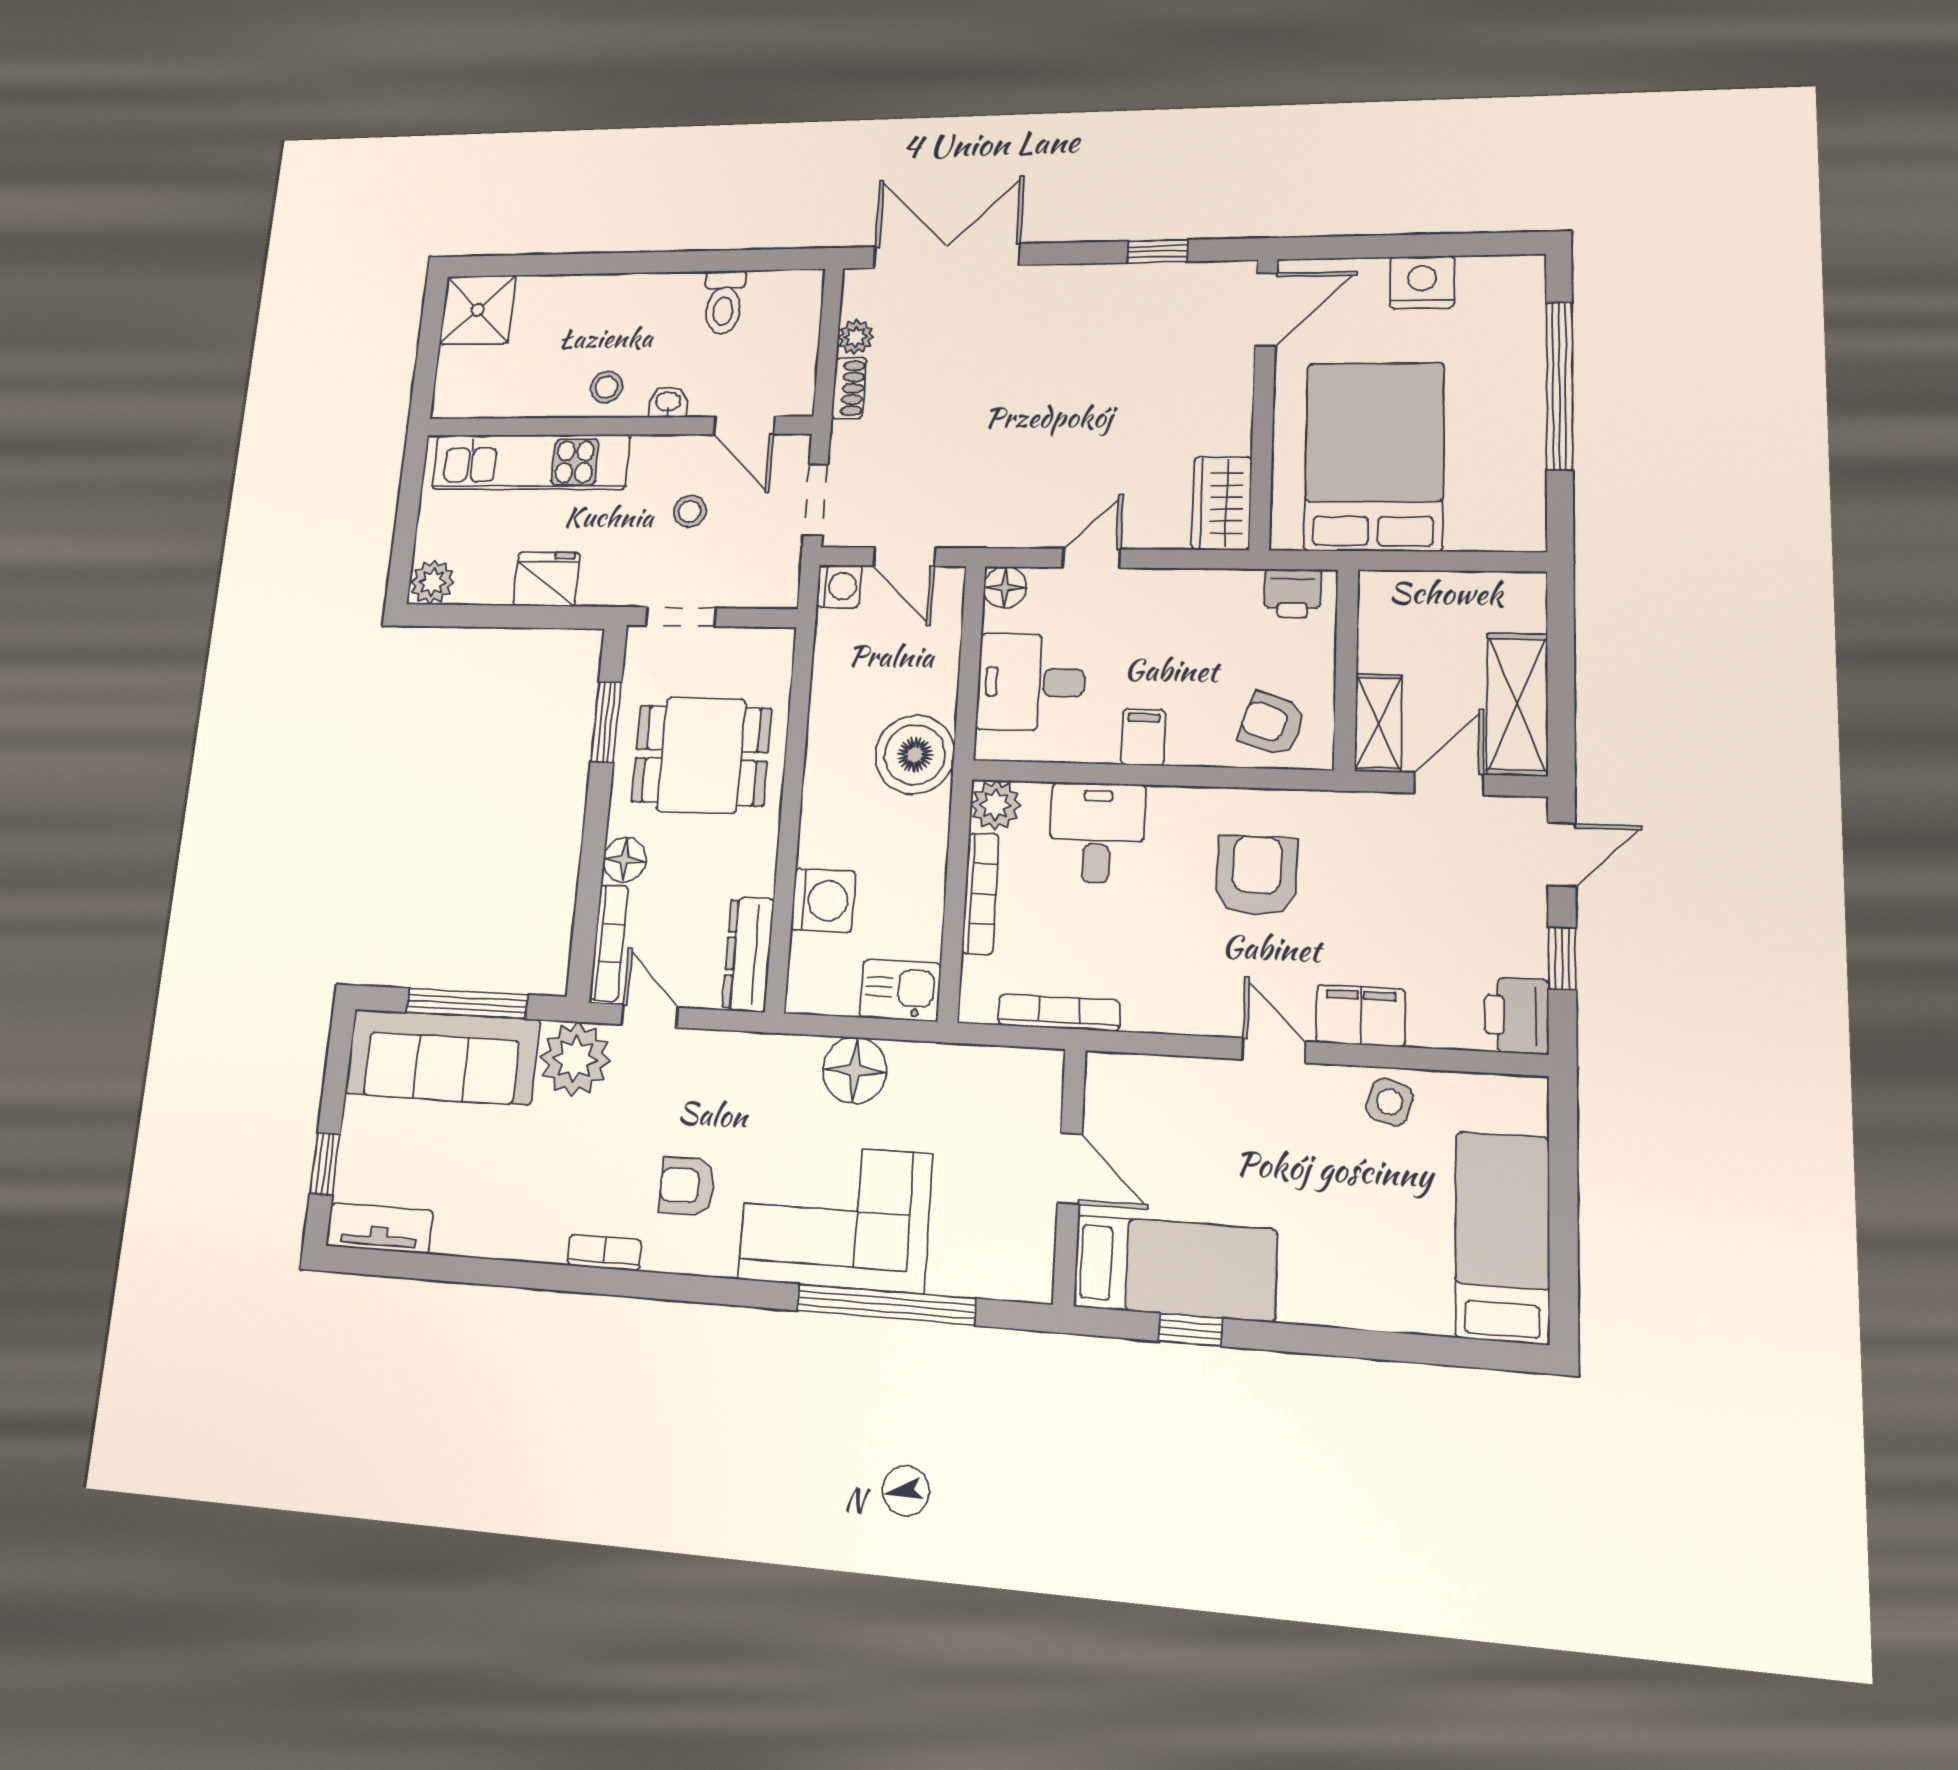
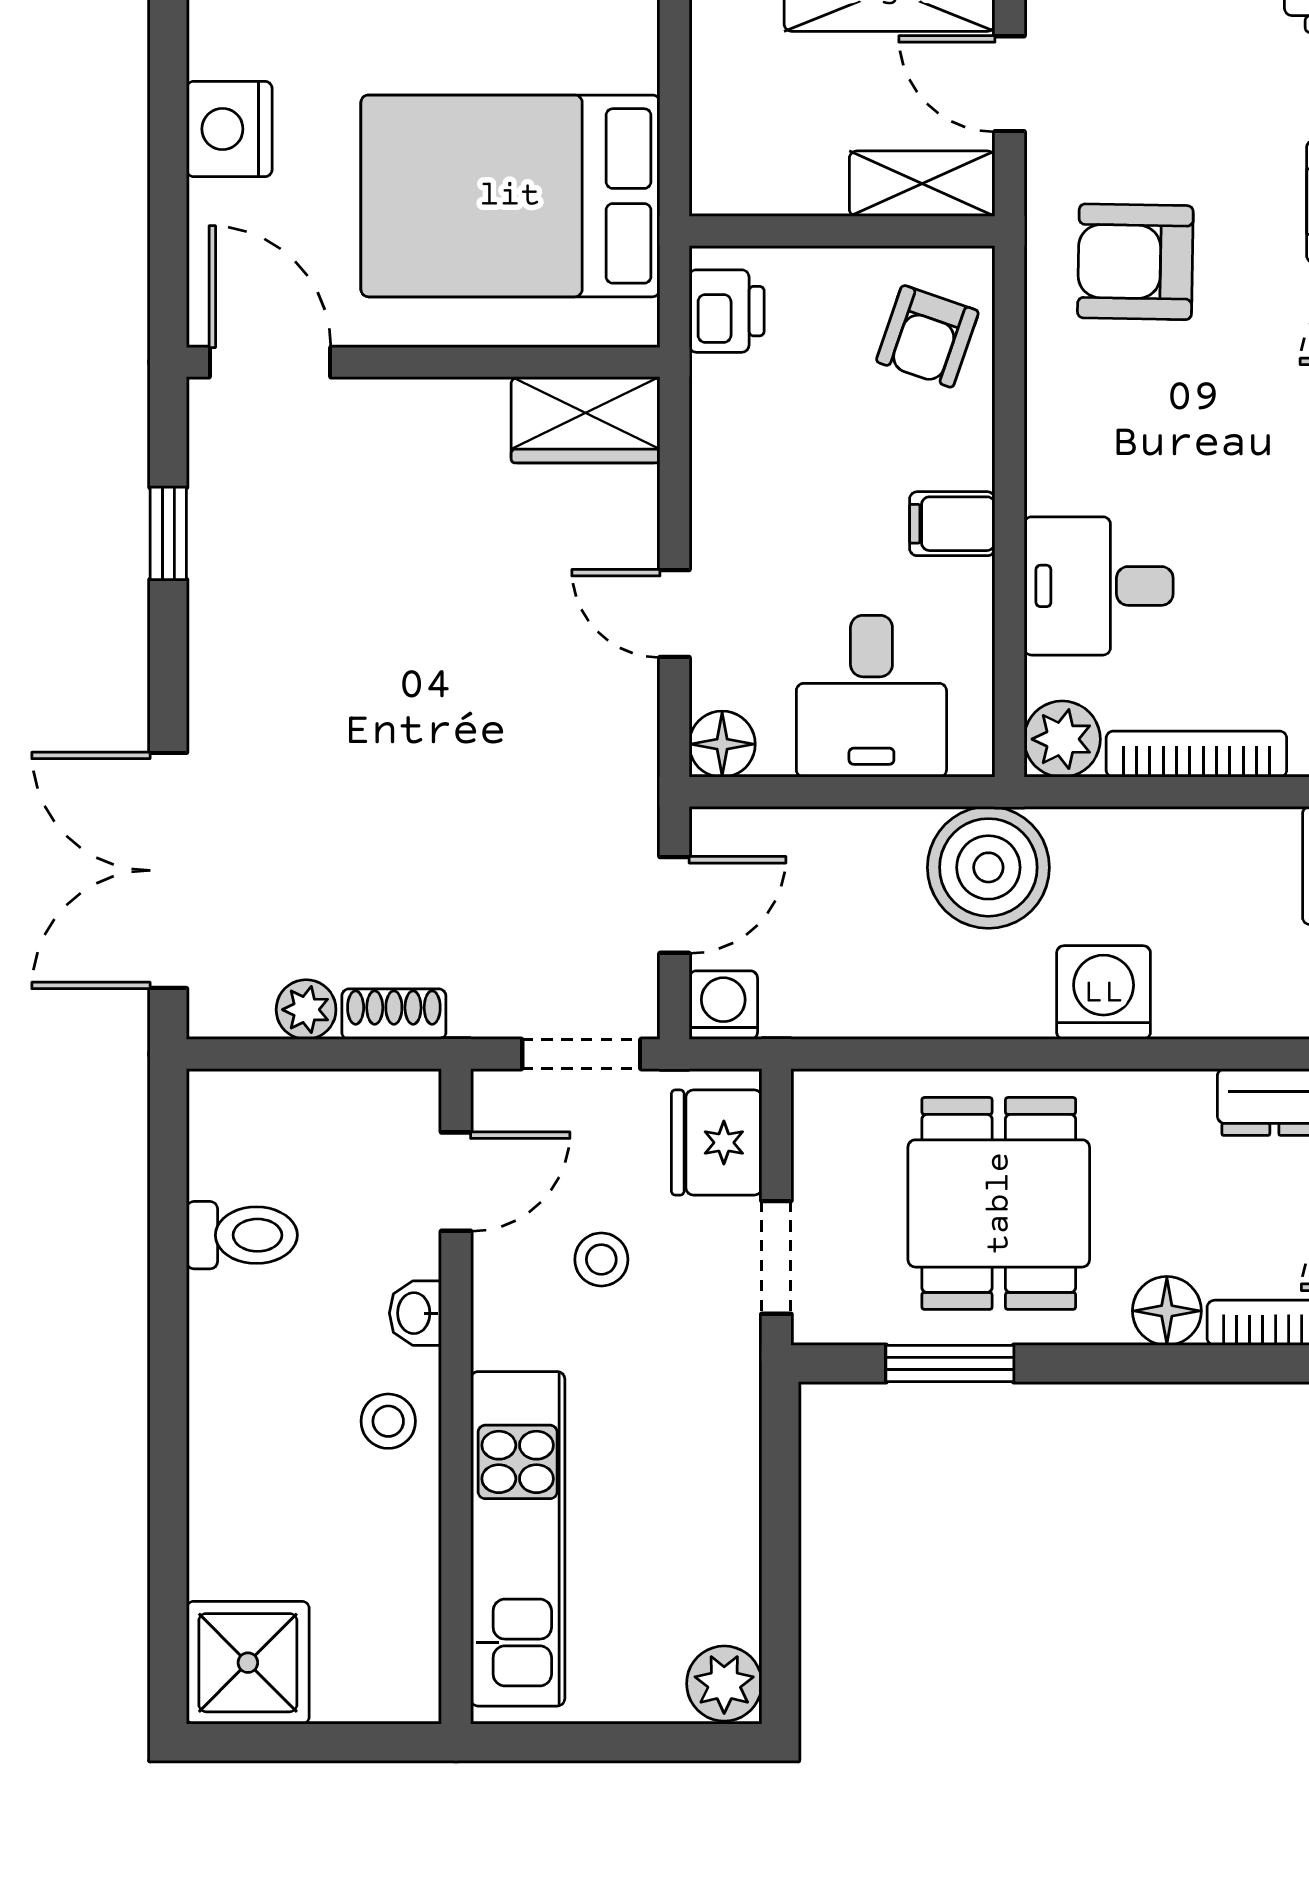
fridge: (547, 579) -> (717, 1143), moved
armchair: (1257, 876) -> (1135, 262), moved
washing machine: (823, 900) -> (1104, 993), moved

